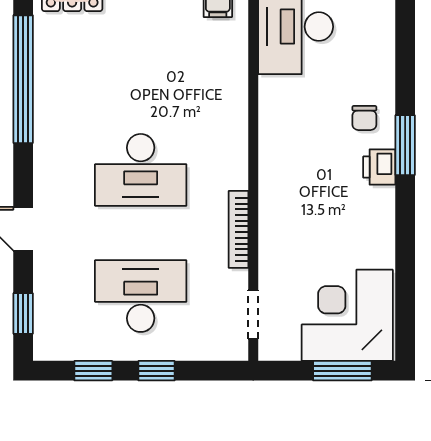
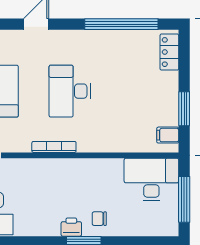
bookcase: (239, 229) -> (54, 147), moved

